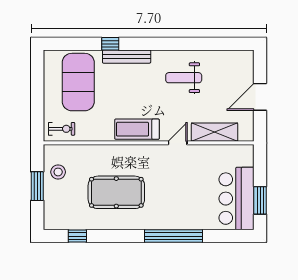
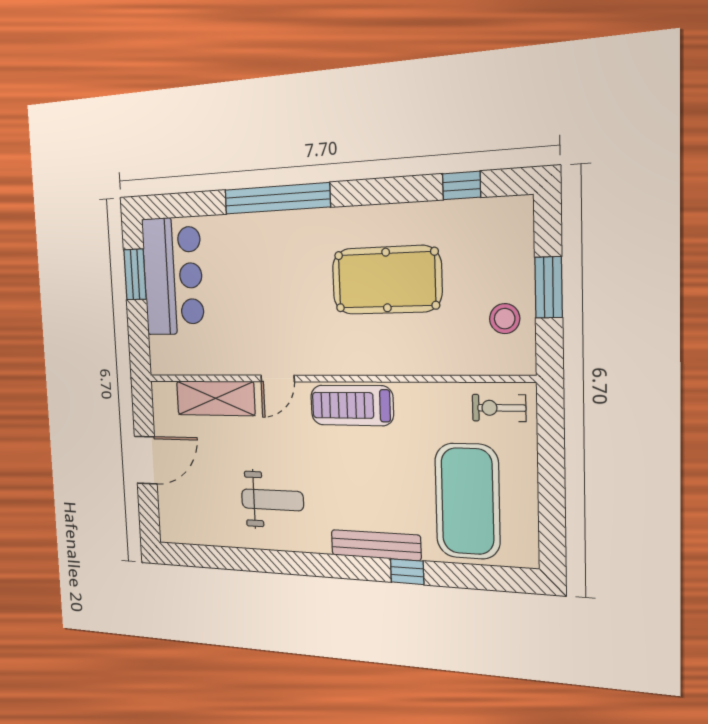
treadmill: (137, 129) -> (352, 405), turned 180

